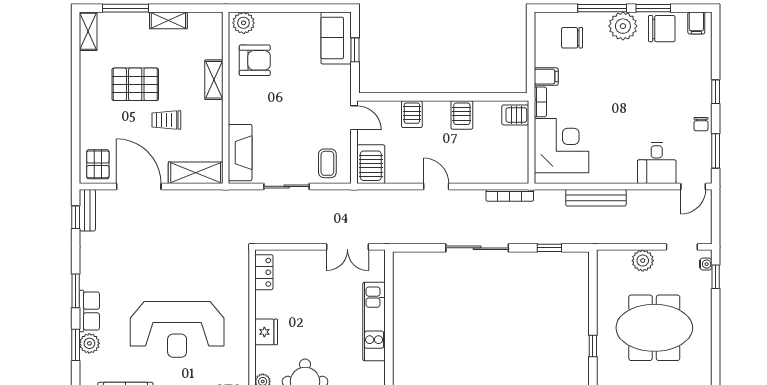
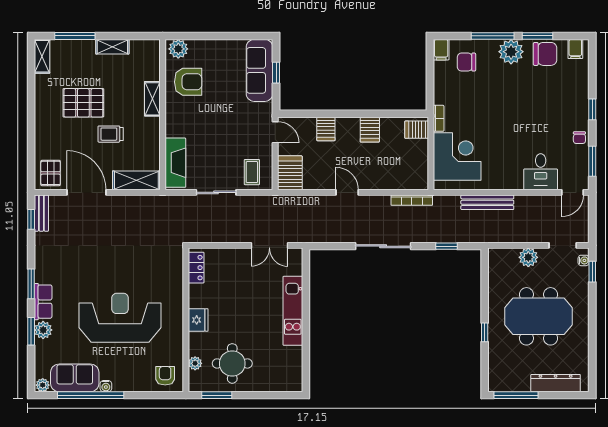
sofa: (336, 38) -> (260, 70), width x1.36
filing cabinet: (546, 77) -> (441, 50), moved, turned 90
reception desk: (177, 329) -> (120, 318), turned 180

